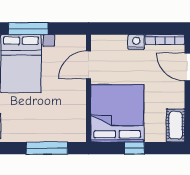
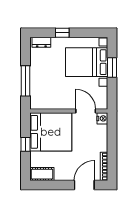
window: (28, 29) -> (112, 67), width x0.69
nightstand: (136, 42) -> (102, 118), moved

